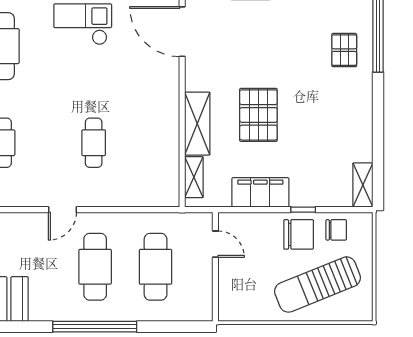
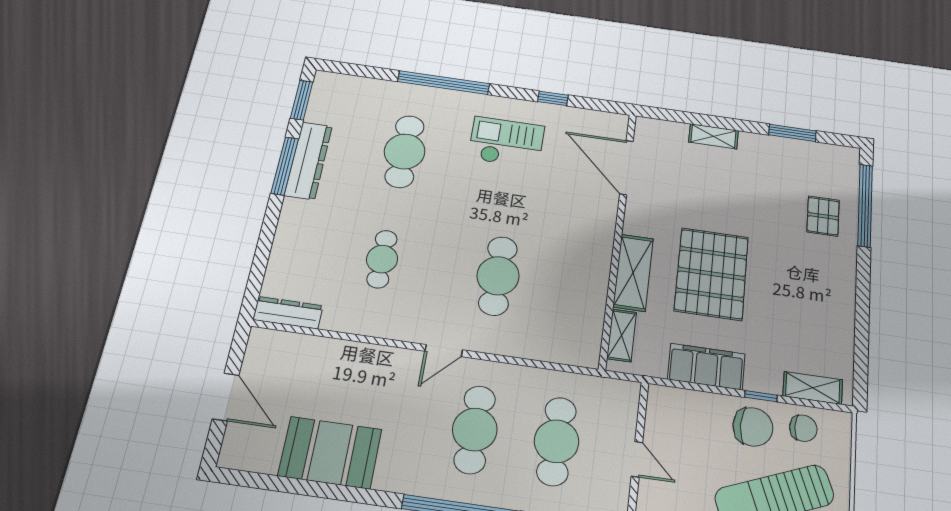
pallet: (258, 115) -> (712, 274), width x1.37, depth x1.41
cafe table: (94, 143) -> (498, 276), width x1.37, depth x1.35
shelving: (363, 185) -> (813, 388), moved, turned 90
door: (215, 244) -> (637, 459), moved

